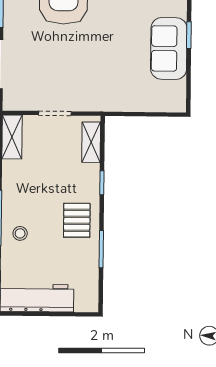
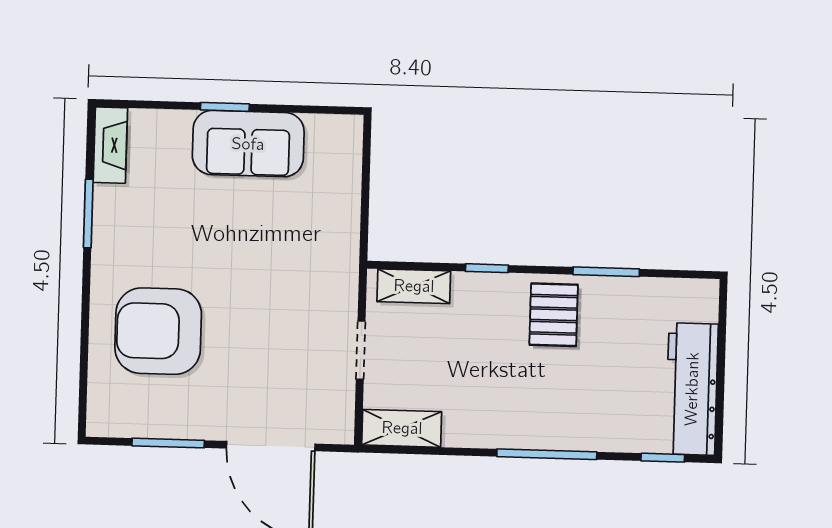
pallet: (77, 220) -> (554, 315), turned 90
stool: (20, 233) -> (575, 417), removed

